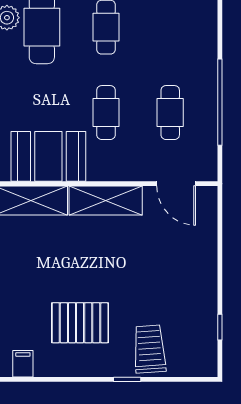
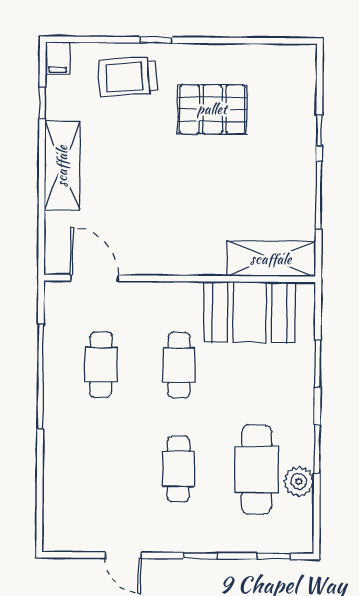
shelving: (106, 201) -> (62, 166), moved, turned 90
trolley: (149, 349) -> (128, 77), turned 90
filing cabinet: (23, 364) -> (58, 58), moved

